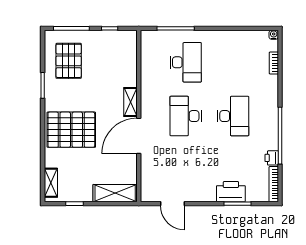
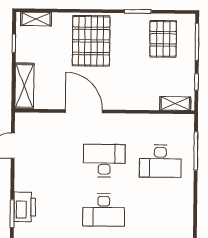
pallet: (69, 61) -> (163, 39), turned 90
shelving: (130, 102) -> (175, 104), moved

